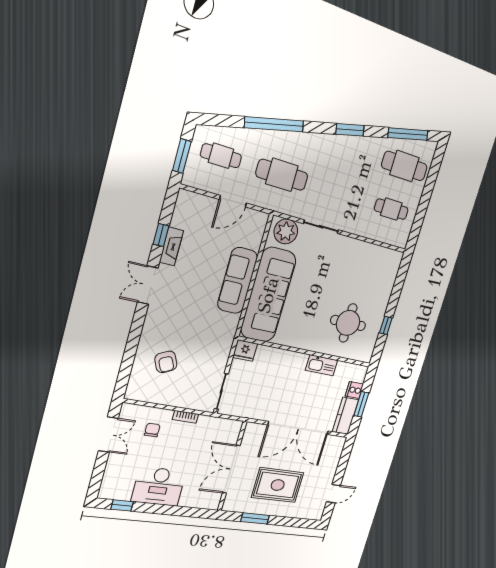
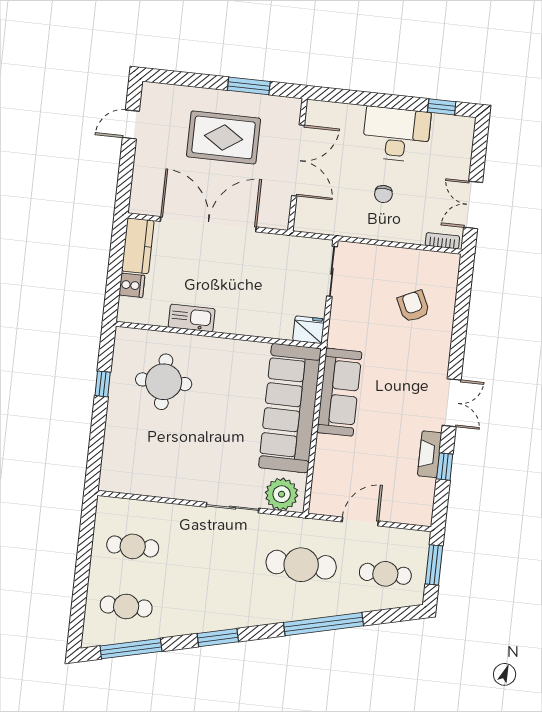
cafe table: (404, 166) -> (126, 606), width x0.73, depth x0.74
sofa: (237, 281) -> (339, 392), moved
window: (361, 404) -> (116, 264), removed
bookcase: (186, 417) -> (442, 241), moved
chair: (152, 430) -> (383, 194), moved

